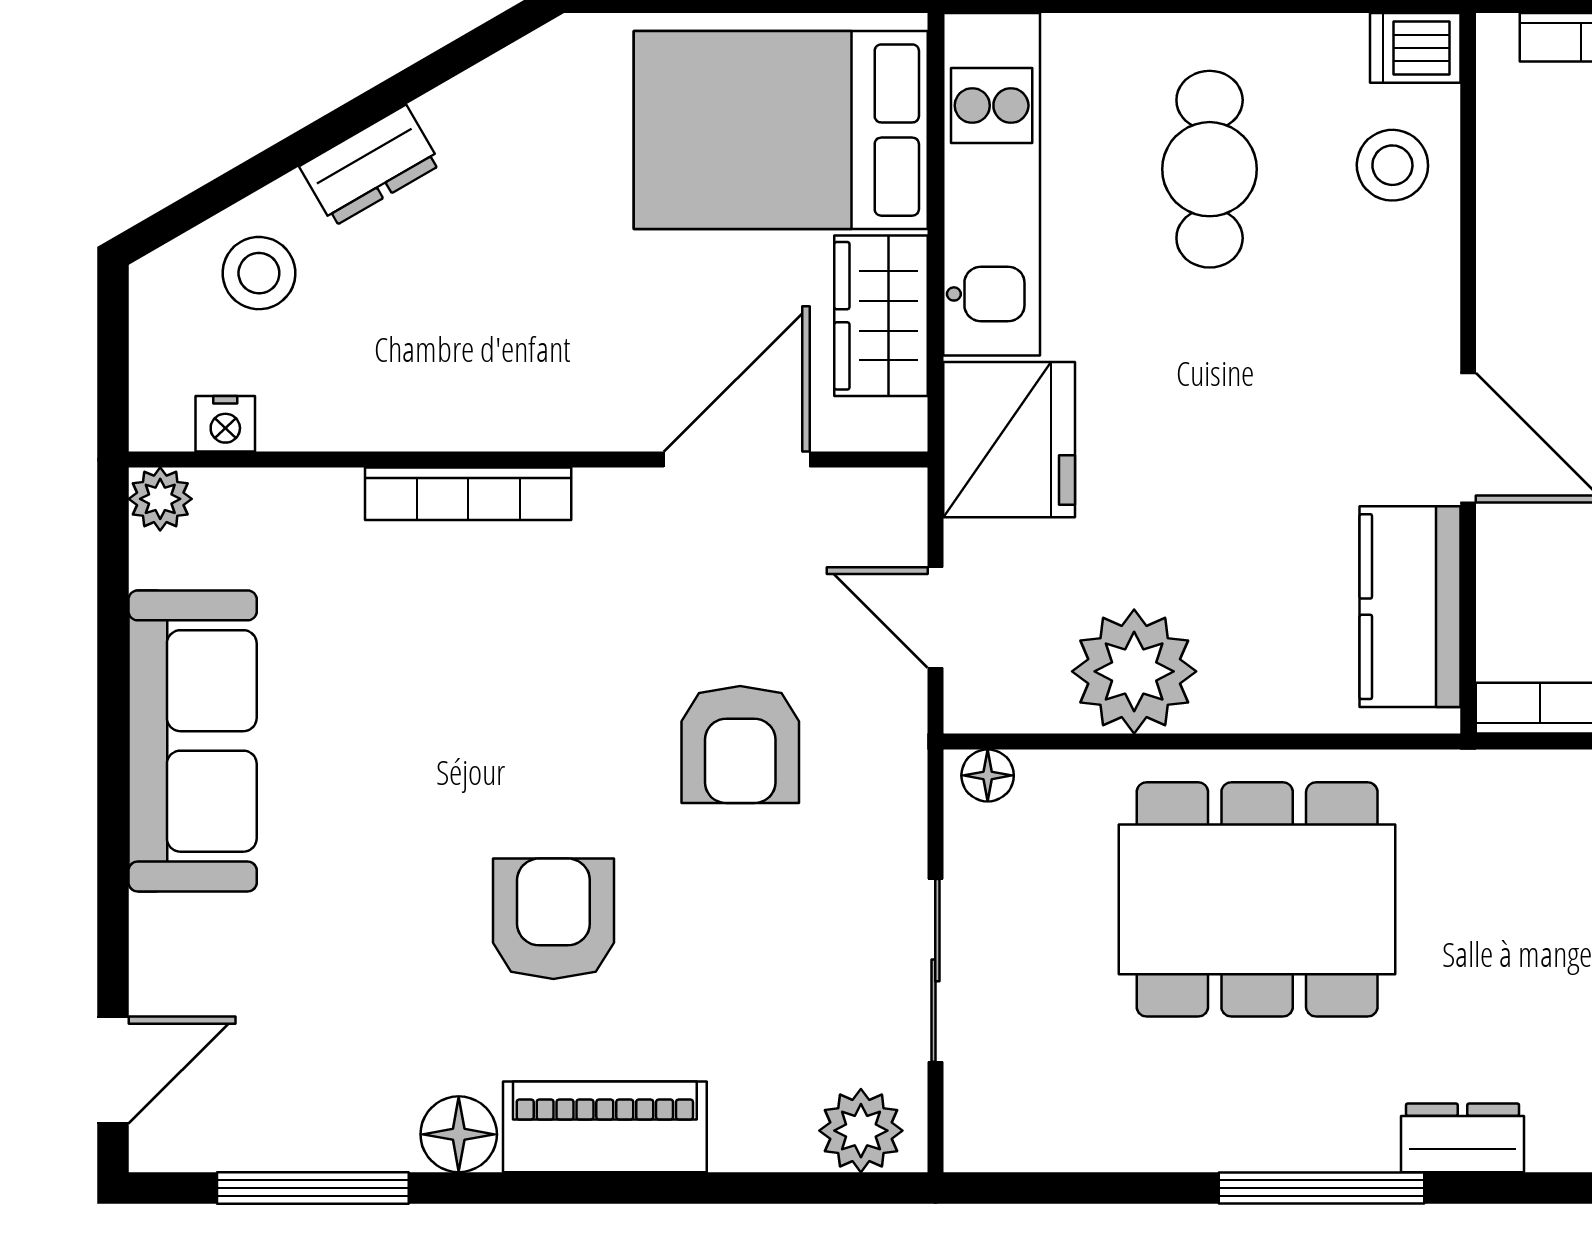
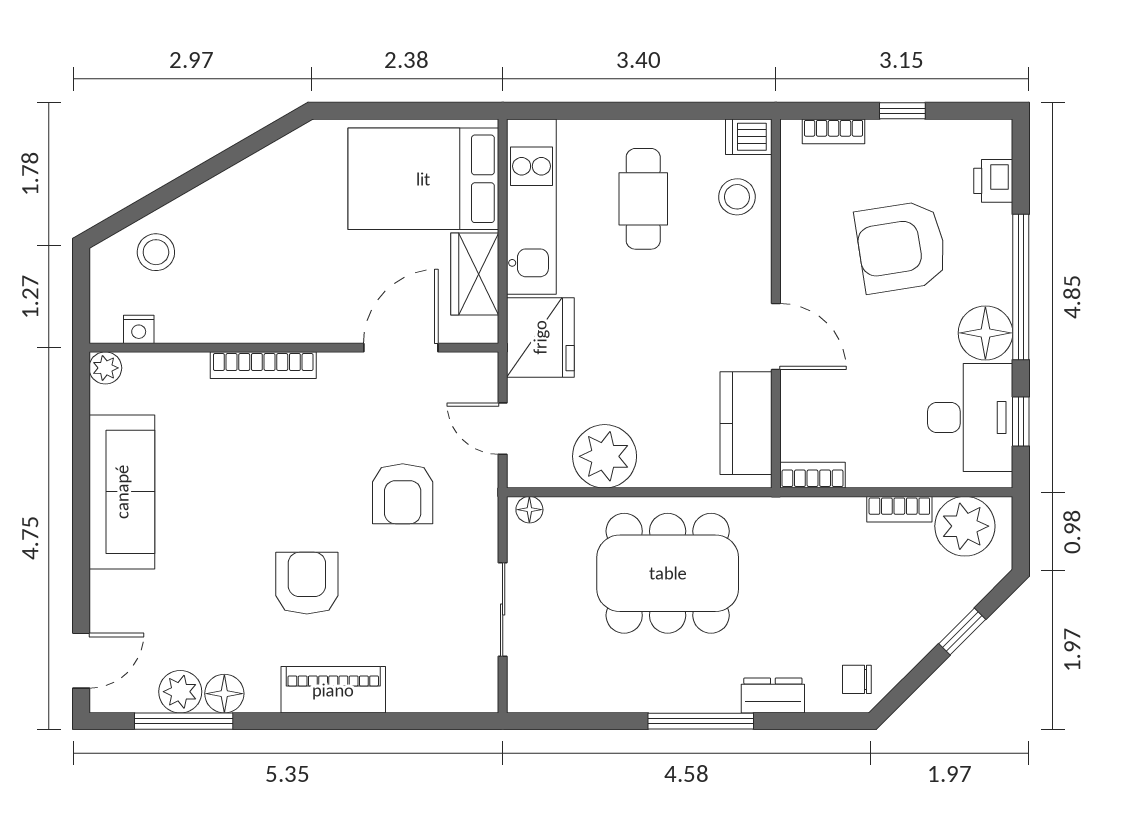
dresser: (370, 166) -> (213, 197), removed
plant: (861, 1131) -> (180, 692), moved
floor lamp: (459, 1134) -> (224, 694), moved

